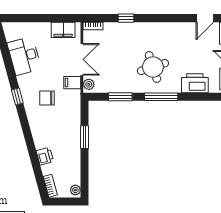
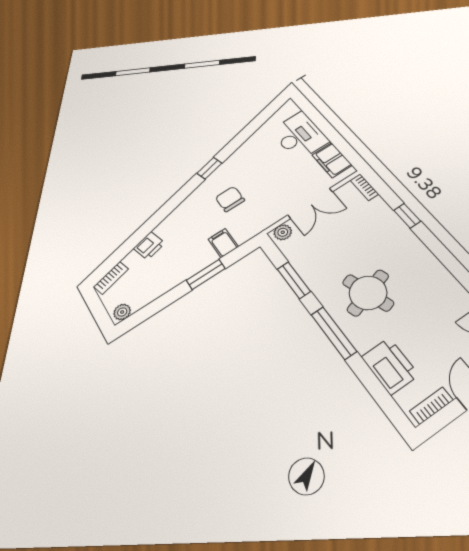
desk: (24, 56) -> (300, 136), moved, turned 105
filing cabinet: (72, 83) -> (223, 243), moved

